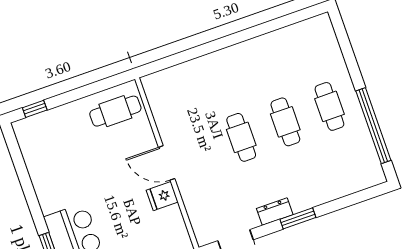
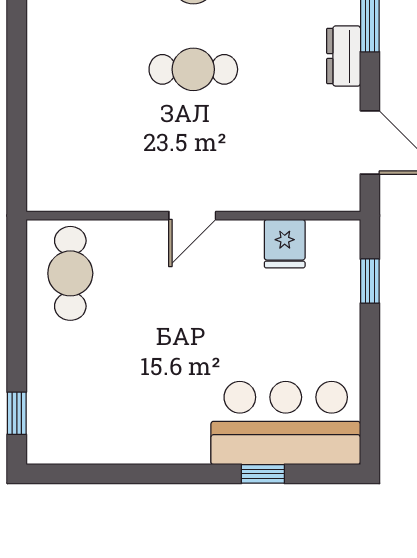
door: (167, 163) -> (192, 216), width x0.73
fridge: (162, 196) -> (285, 244), moved

